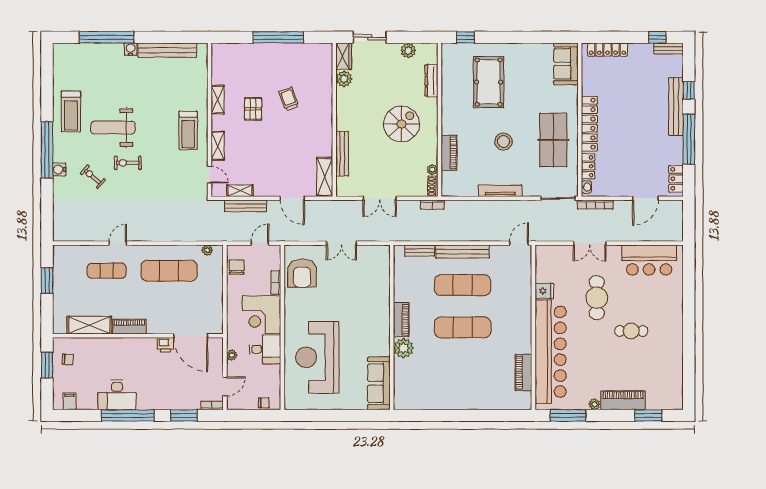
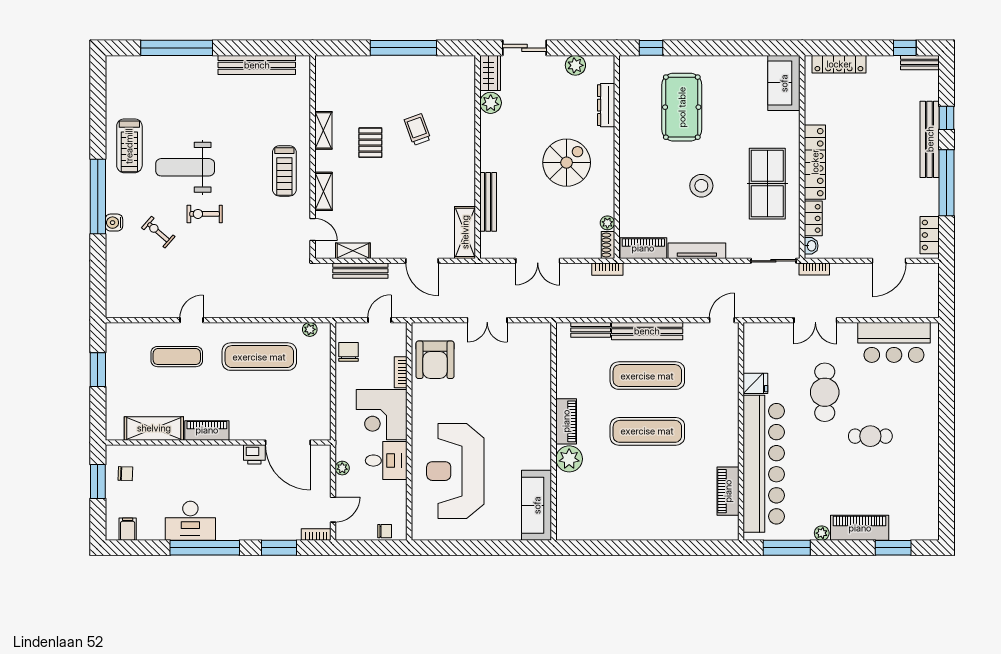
water cooler: (131, 49) -> (208, 64), removed
piano: (449, 153) -> (643, 248), moved, turned -90
bookcase: (595, 205) -> (814, 269), width x0.64

